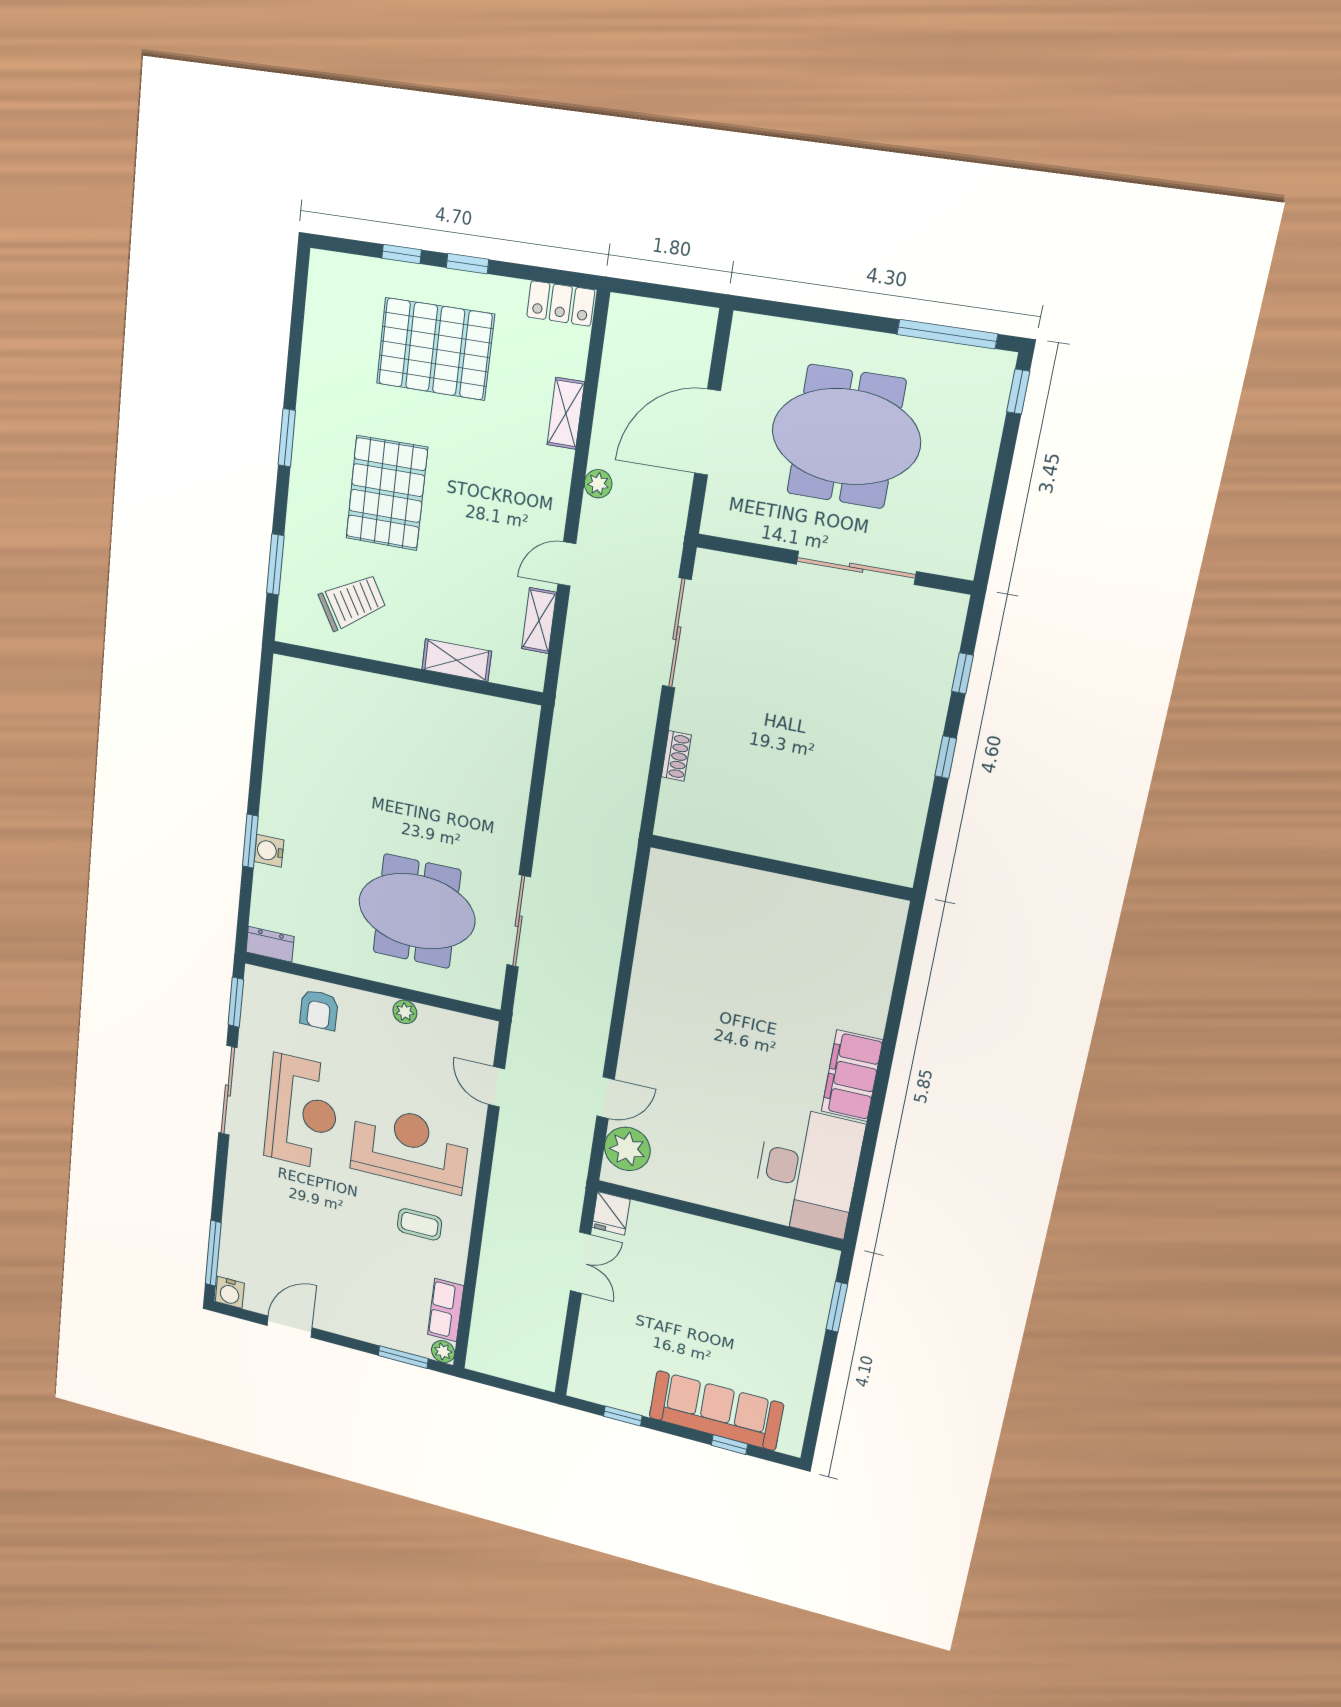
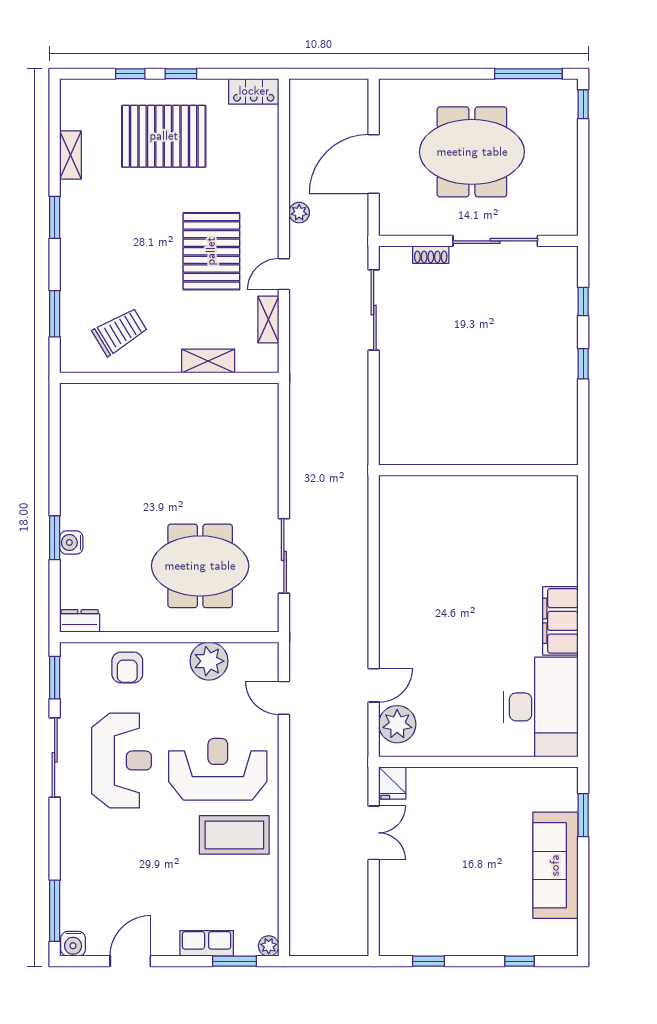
shelving: (566, 413) -> (70, 155), moved
pallet: (387, 493) -> (211, 251), moved
shoe rack: (676, 756) -> (431, 255), moved, turned 90
plant: (405, 1012) -> (209, 661), width x1.88, depth x1.88
coffee table: (419, 1224) -> (234, 835), width x1.86, depth x1.72
row of seats: (446, 1310) -> (207, 943), moved, turned 90
sofa: (716, 1411) -> (555, 865), moved, turned -90

